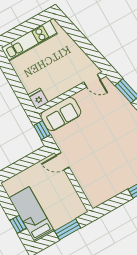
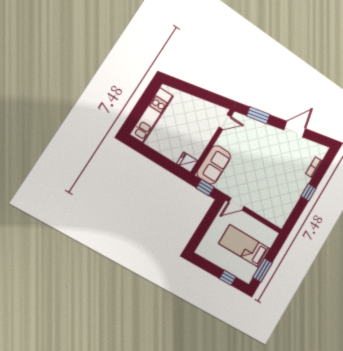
bed: (32, 214) -> (244, 246), moved
window: (68, 229) -> (263, 270), moved

